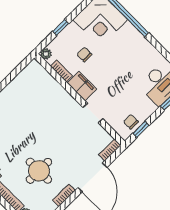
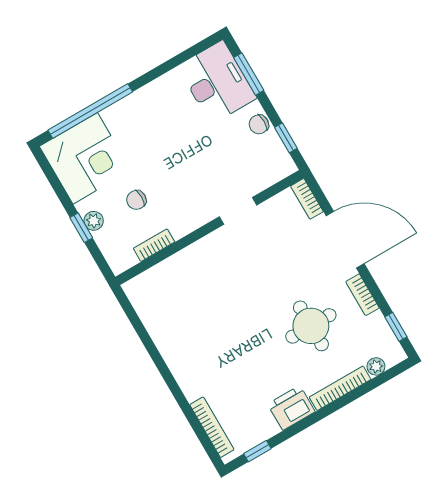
plant: (46, 54) -> (94, 221), moved
filing cabinet: (82, 86) -> (188, 218), removed
chair: (131, 122) -> (259, 124), moved

